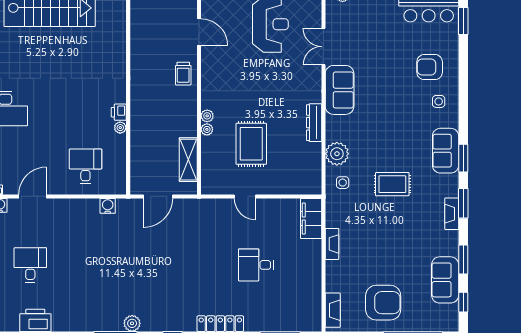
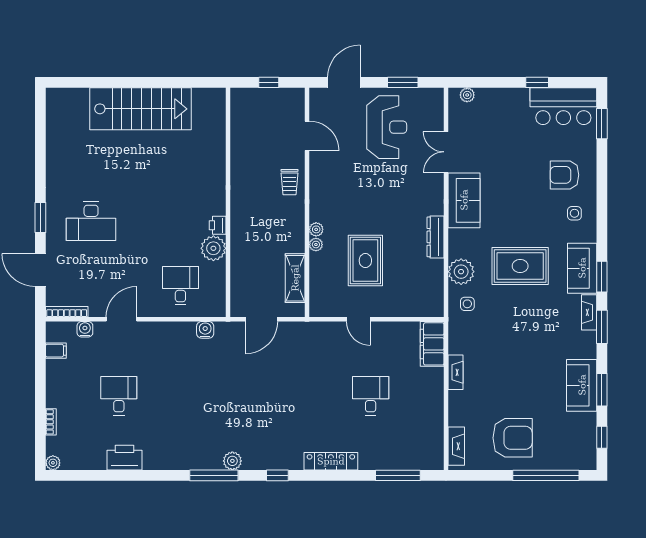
plant: (120, 128) -> (213, 248), width x1.88, depth x1.88
rug: (392, 184) -> (520, 266), moved, width x1.36, depth x1.43
fireplace: (452, 214) -> (589, 312), moved
desk: (256, 265) -> (371, 396), turned 90
sofa: (445, 280) -> (582, 385), moved

